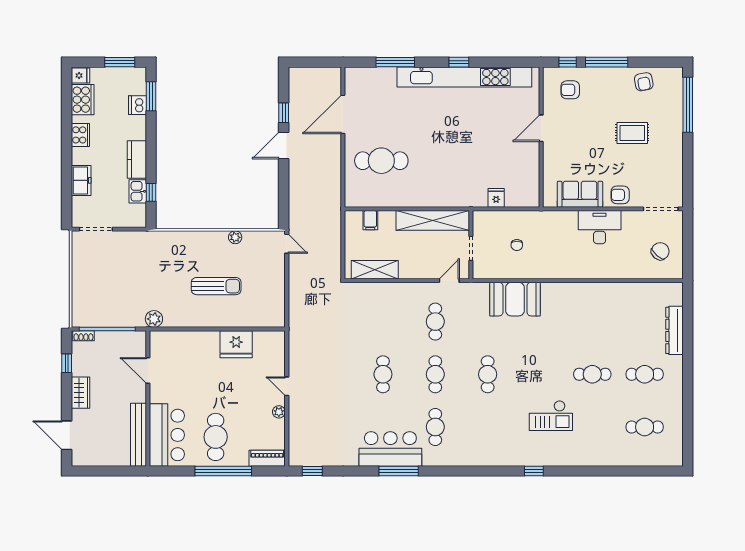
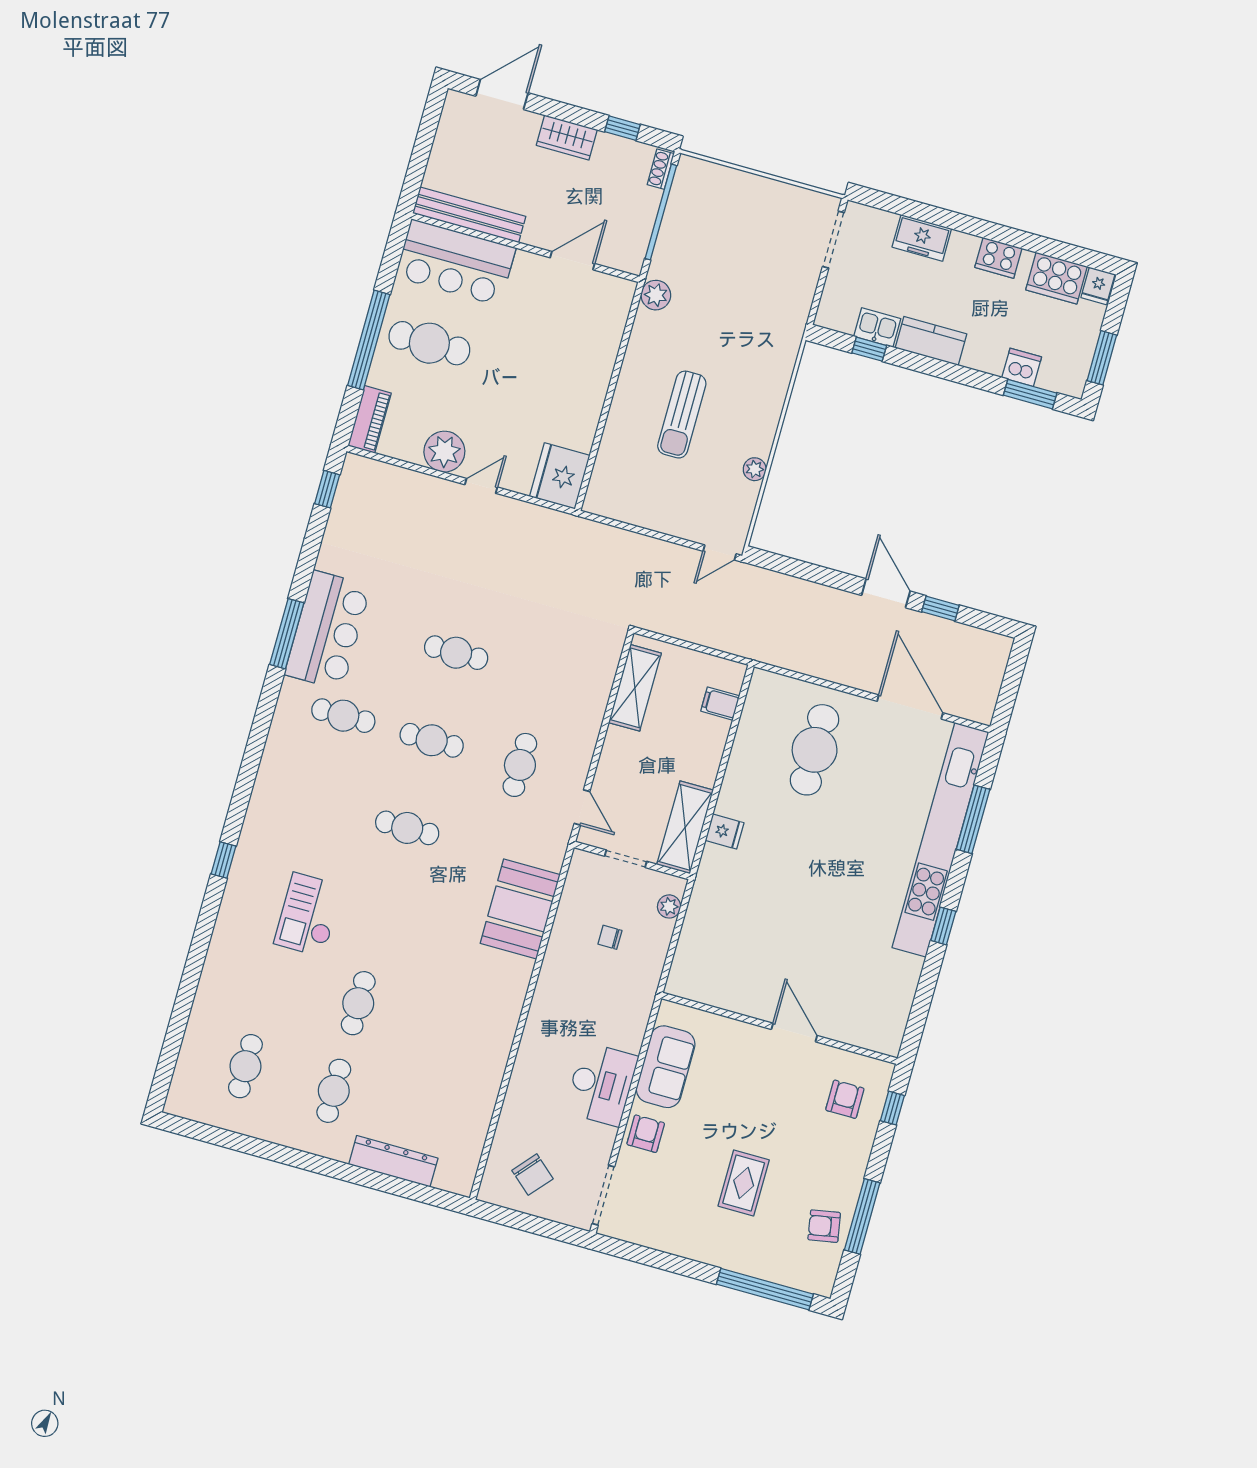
window: (607, 62) -> (862, 1216), moved
kitchen unit: (464, 77) -> (940, 840), moved
fridge: (496, 198) -> (725, 832), moved
plant: (491, 217) -> (669, 906), added
shelving: (433, 220) -> (685, 827), width x0.68
cafe table: (435, 322) -> (520, 765), turned 90
fridge: (236, 344) -> (560, 476), moved
plant: (279, 412) -> (444, 452), width x1.87, depth x1.87

